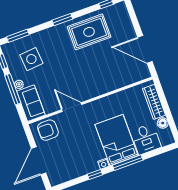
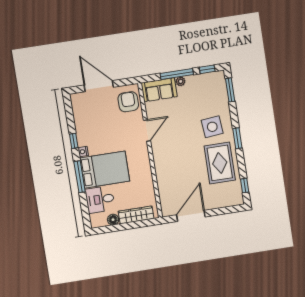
side table: (31, 59) -> (212, 127), moved

